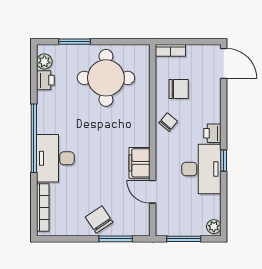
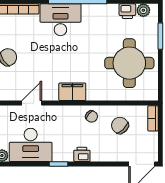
chair: (179, 89) -> (120, 125), turned 135
filing cabinet: (139, 163) -> (72, 92), moved
desk: (201, 169) -> (31, 145), moved

